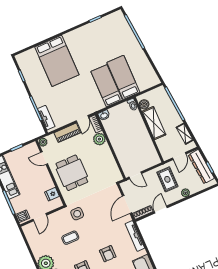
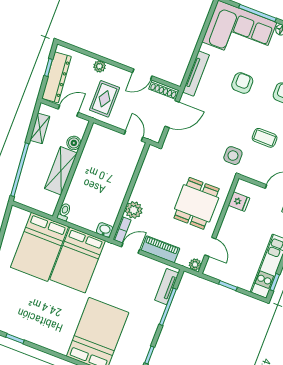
bed: (123, 77) -> (39, 247), width x1.50
bed: (107, 86) -> (78, 260), width x1.50
boiler: (144, 104) -> (74, 143), moved

